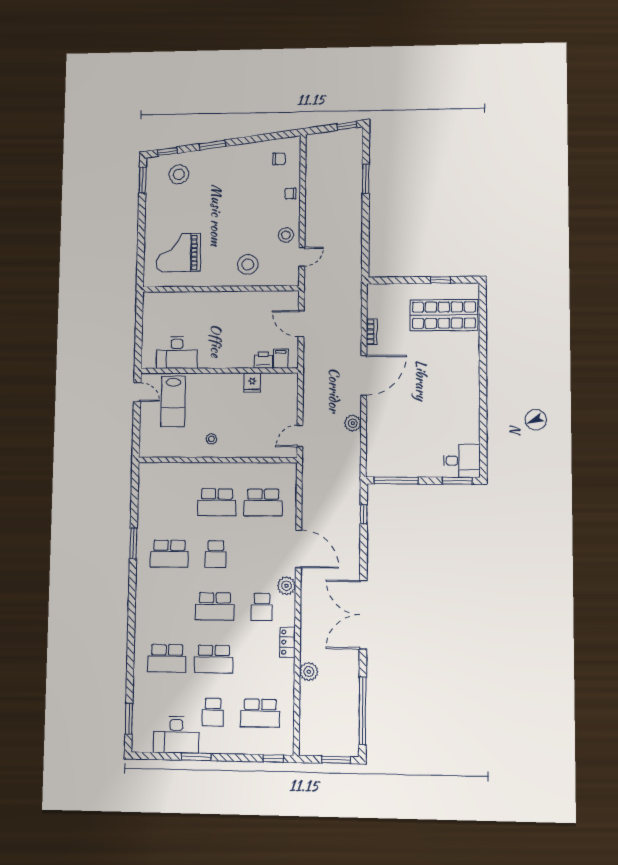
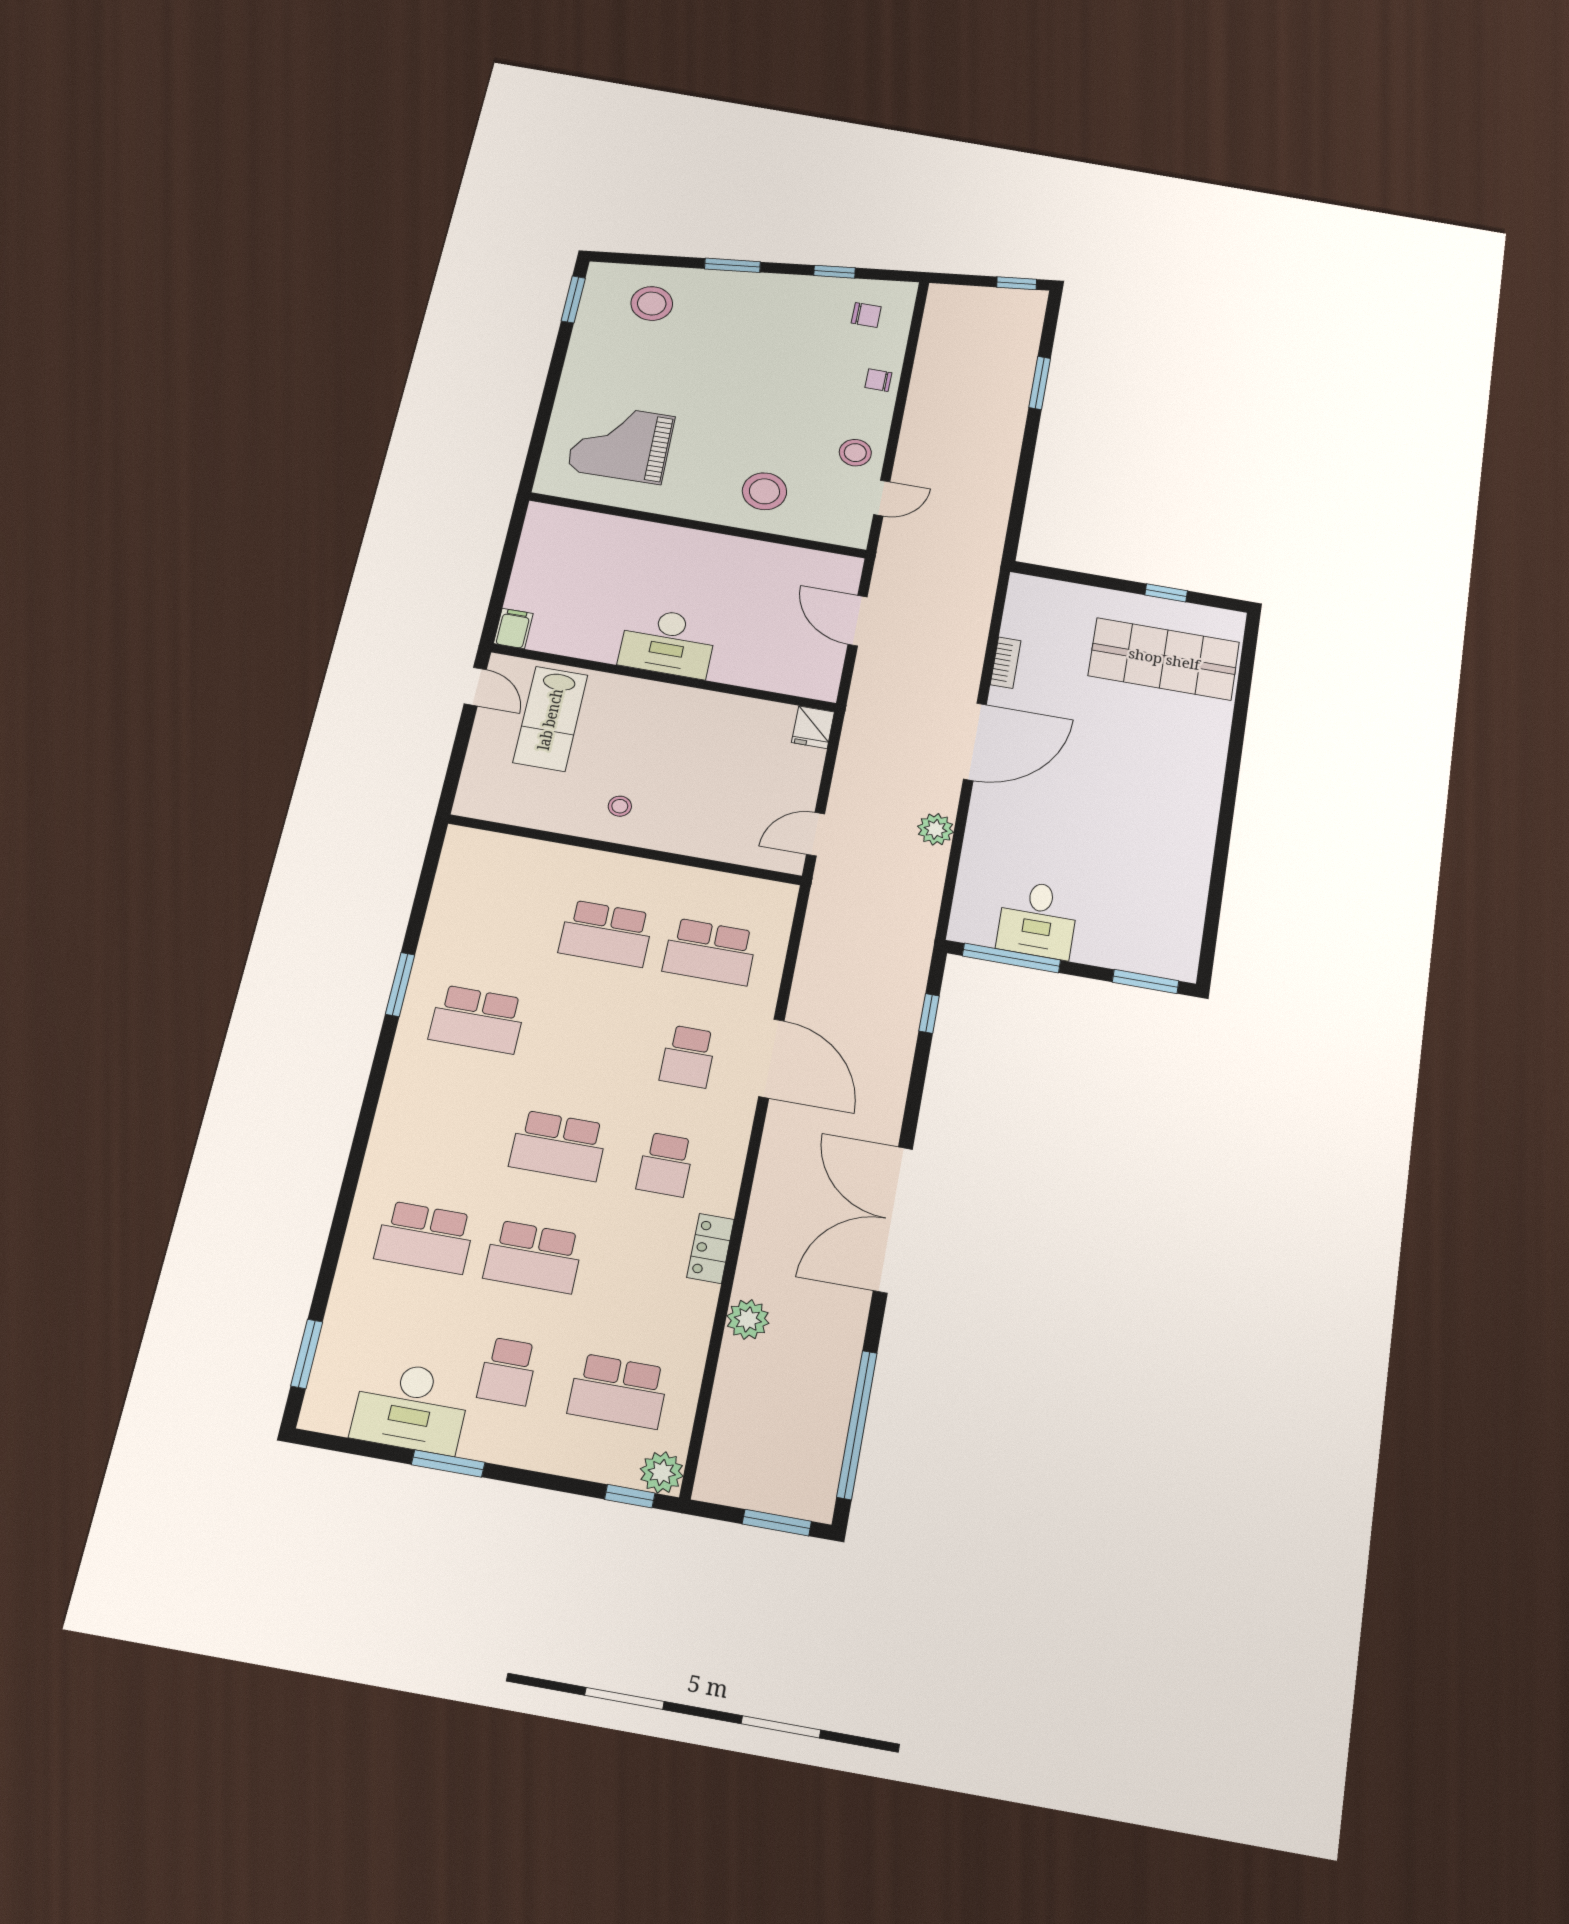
window: (168, 152) -> (834, 272), moved
desk: (177, 353) -> (668, 643), moved
filing cabinet: (281, 359) -> (513, 628), moved
printer: (263, 360) -> (763, 675), removed
fridge: (252, 383) -> (813, 727), moved
desk: (462, 461) -> (1038, 919), moved, turned 90
school desk: (216, 554) -> (688, 1056), moved
plant: (287, 586) -> (662, 1472), moved

